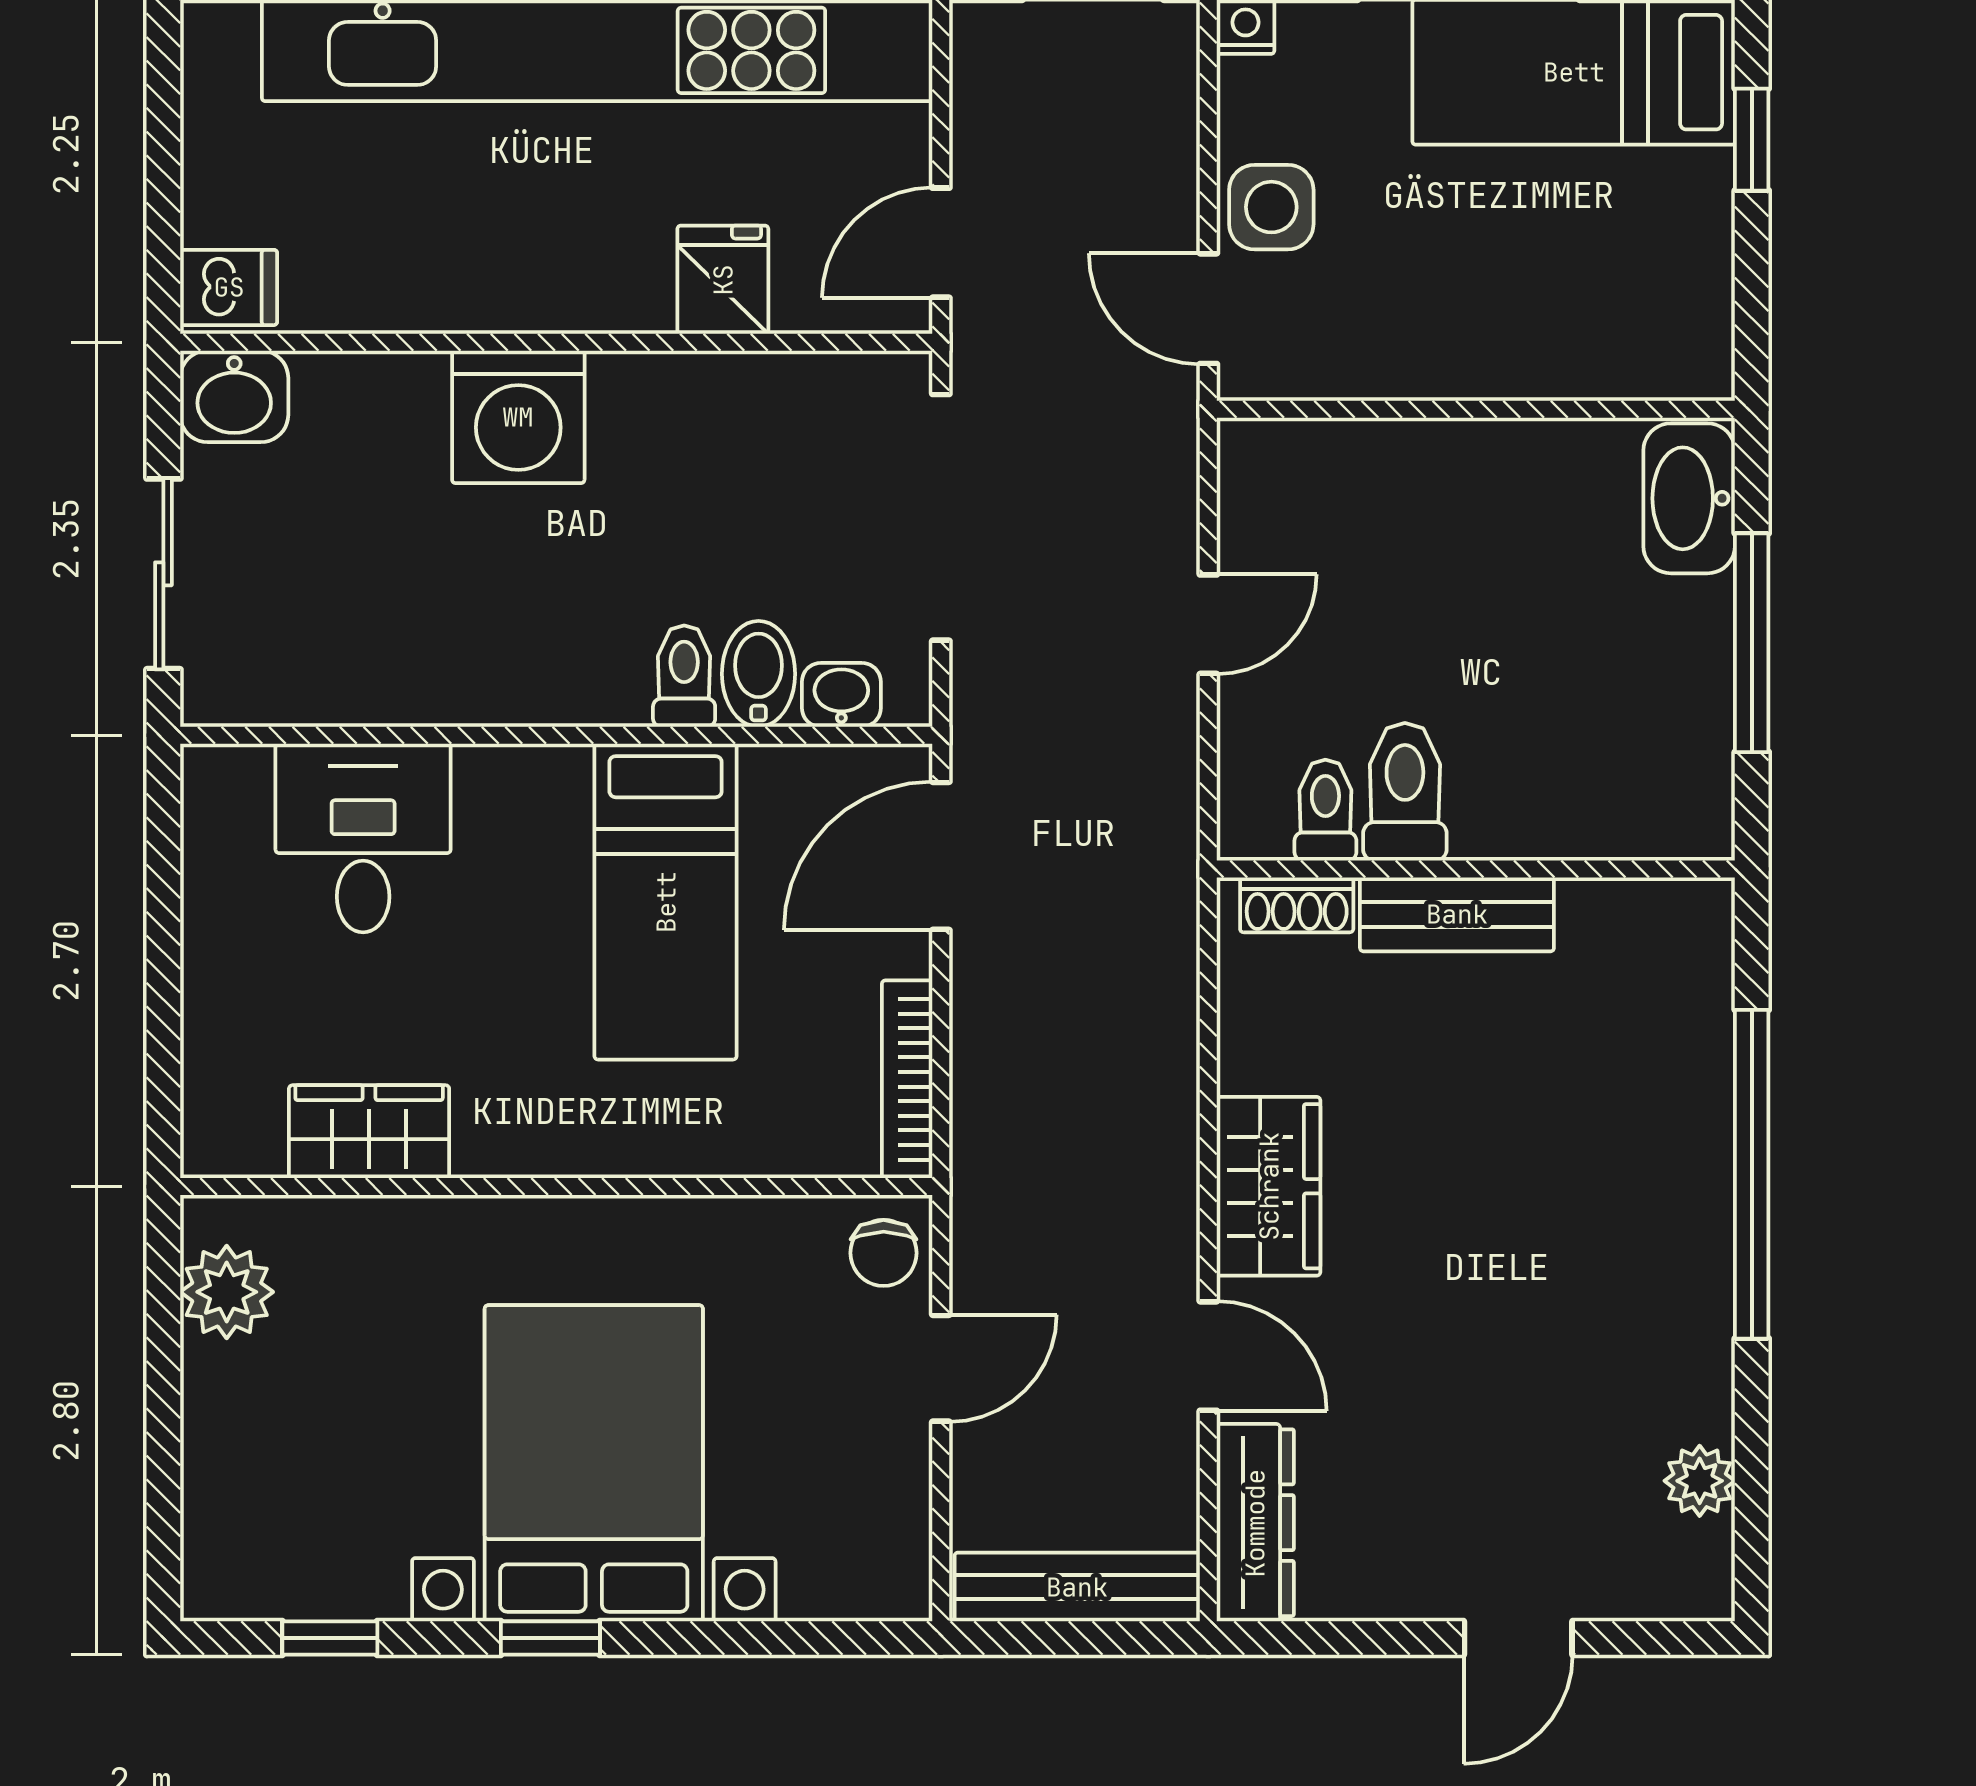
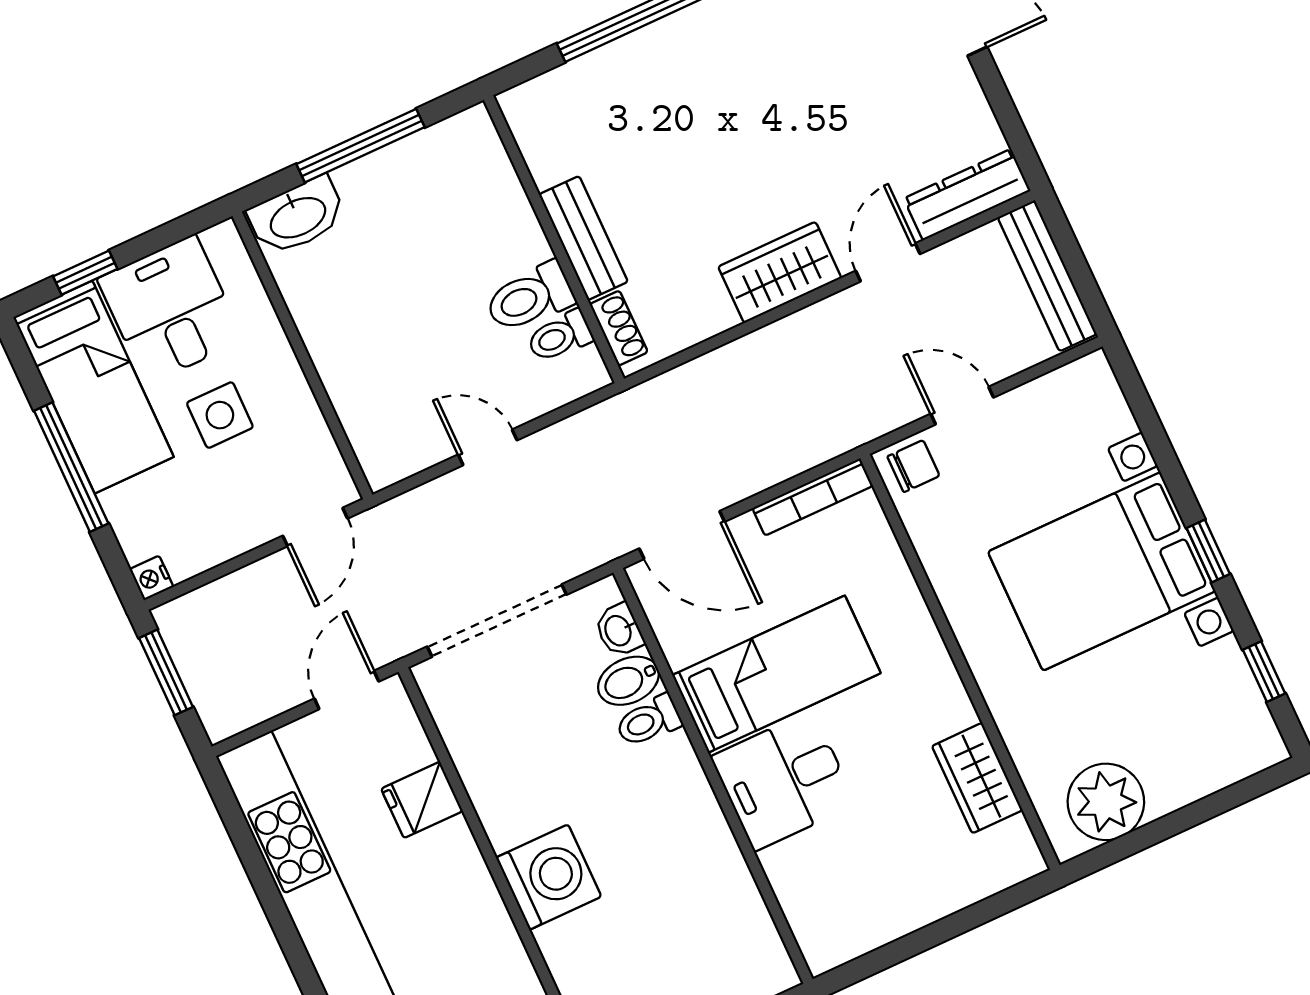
side table: (1271, 207) -> (220, 415), moved
desk: (1637, 242) -> (171, 309), added
door: (941, 243) -> (347, 690), swing flipped
desk: (363, 838) -> (783, 781), moved
plant: (227, 1292) -> (1106, 802), width x1.36, depth x1.36

